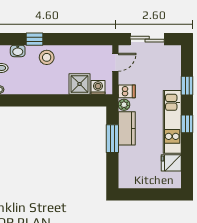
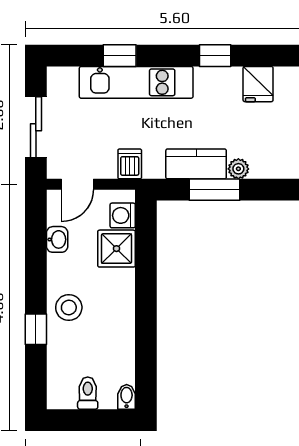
washbasin: (18, 51) -> (57, 239), moved
door: (115, 62) -> (77, 184), swing flipped
plant: (124, 105) -> (238, 169), moved
kitchen unit: (172, 122) -> (136, 82), moved
window: (187, 124) -> (215, 56), moved

